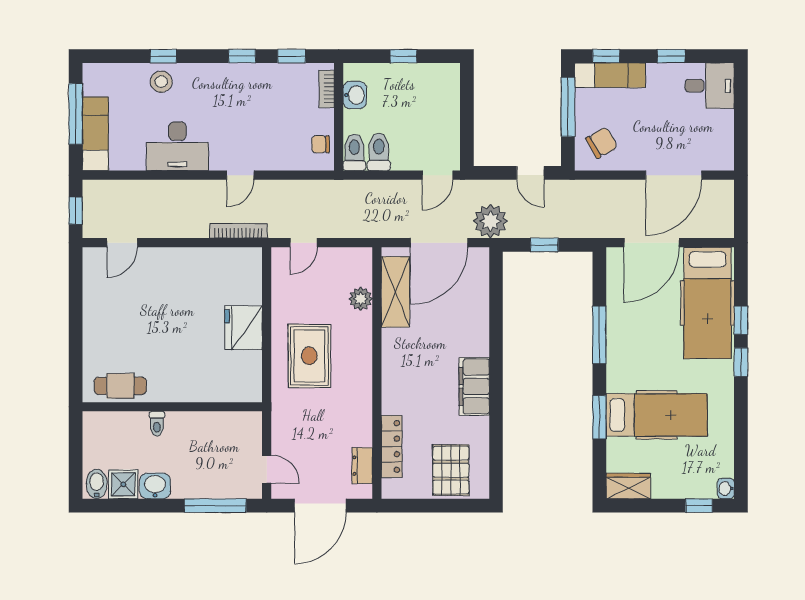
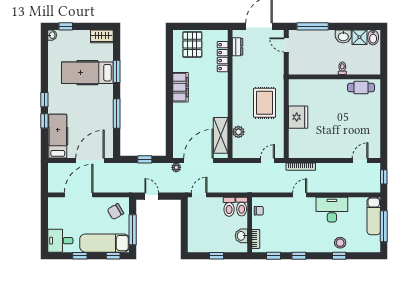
exam couch: (610, 75) -> (105, 243), width x1.36, depth x1.45
plant: (490, 221) -> (176, 167), width x0.53, depth x0.53
hospital bed: (707, 303) -> (58, 136), width x0.73, depth x0.78

